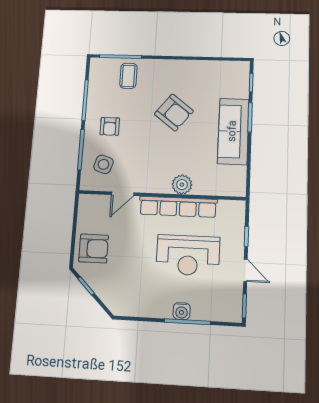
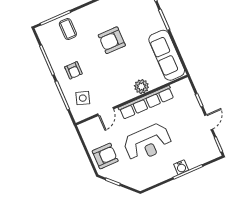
armchair: (174, 113) -> (112, 40), turned 142
sofa: (233, 131) -> (167, 55), moved
reception desk: (188, 255) -> (148, 143), moved
door: (245, 270) -> (209, 122), hinge flipped

